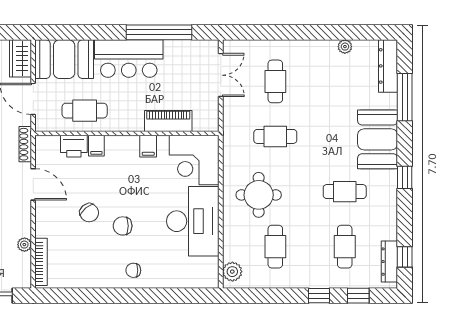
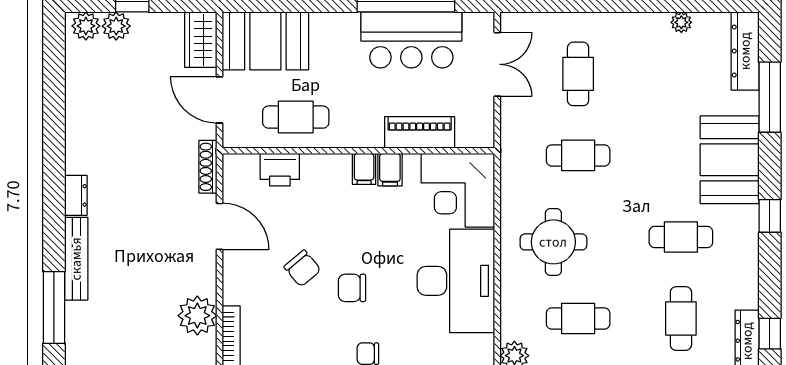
bar counter: (129, 58) -> (411, 40), moved
filing cabinet: (96, 146) -> (364, 169), moved
plant: (24, 245) -> (197, 316), width x1.87, depth x1.87
cafe table: (275, 247) -> (578, 319), turned 90

